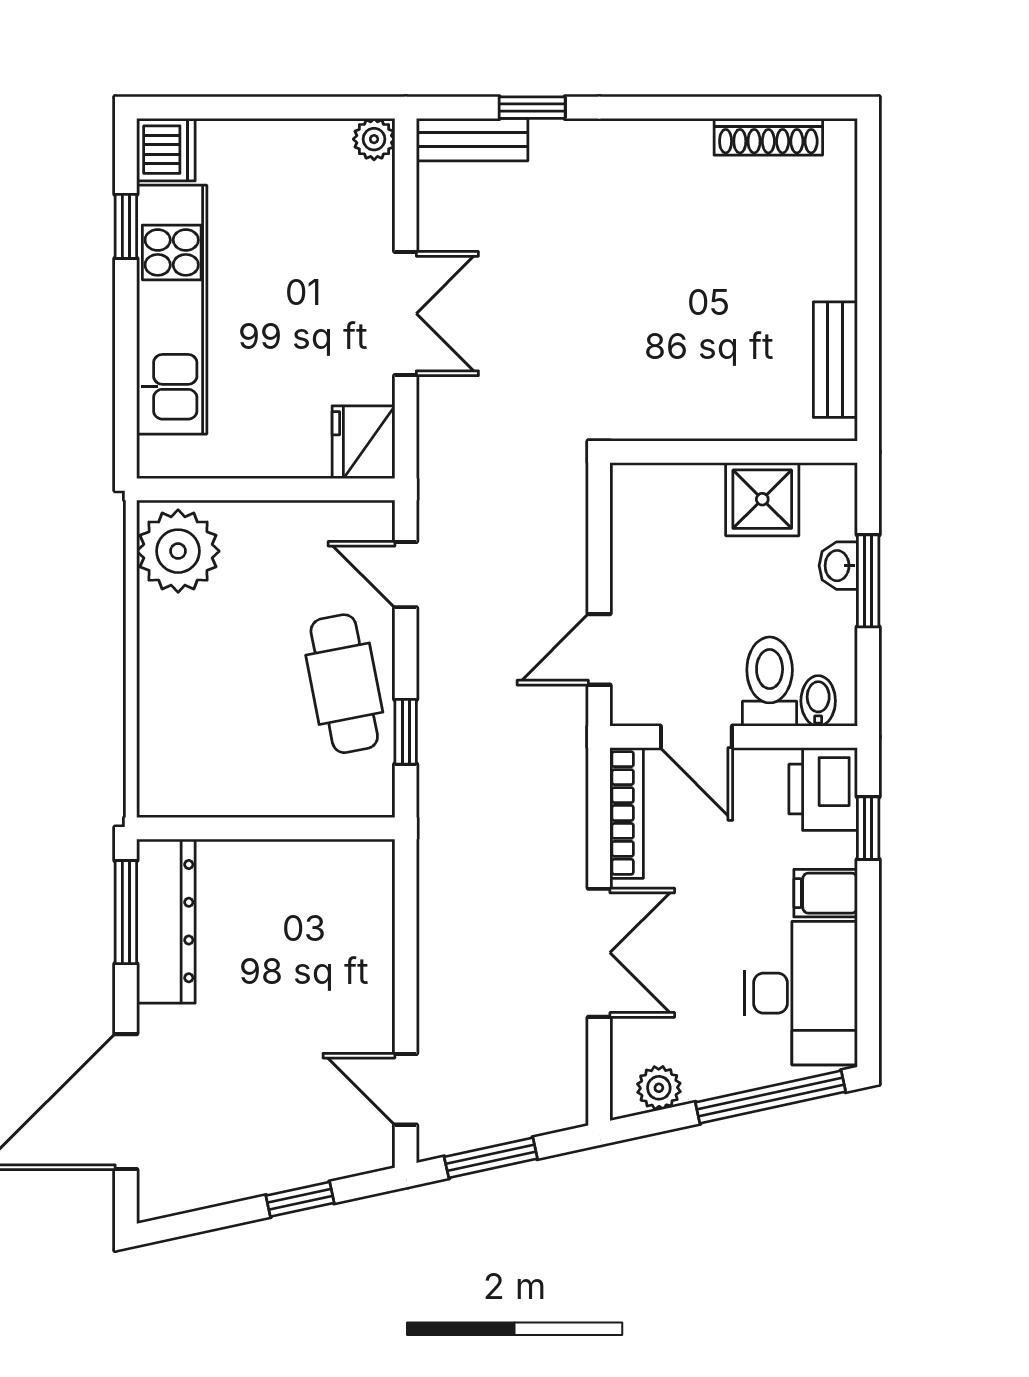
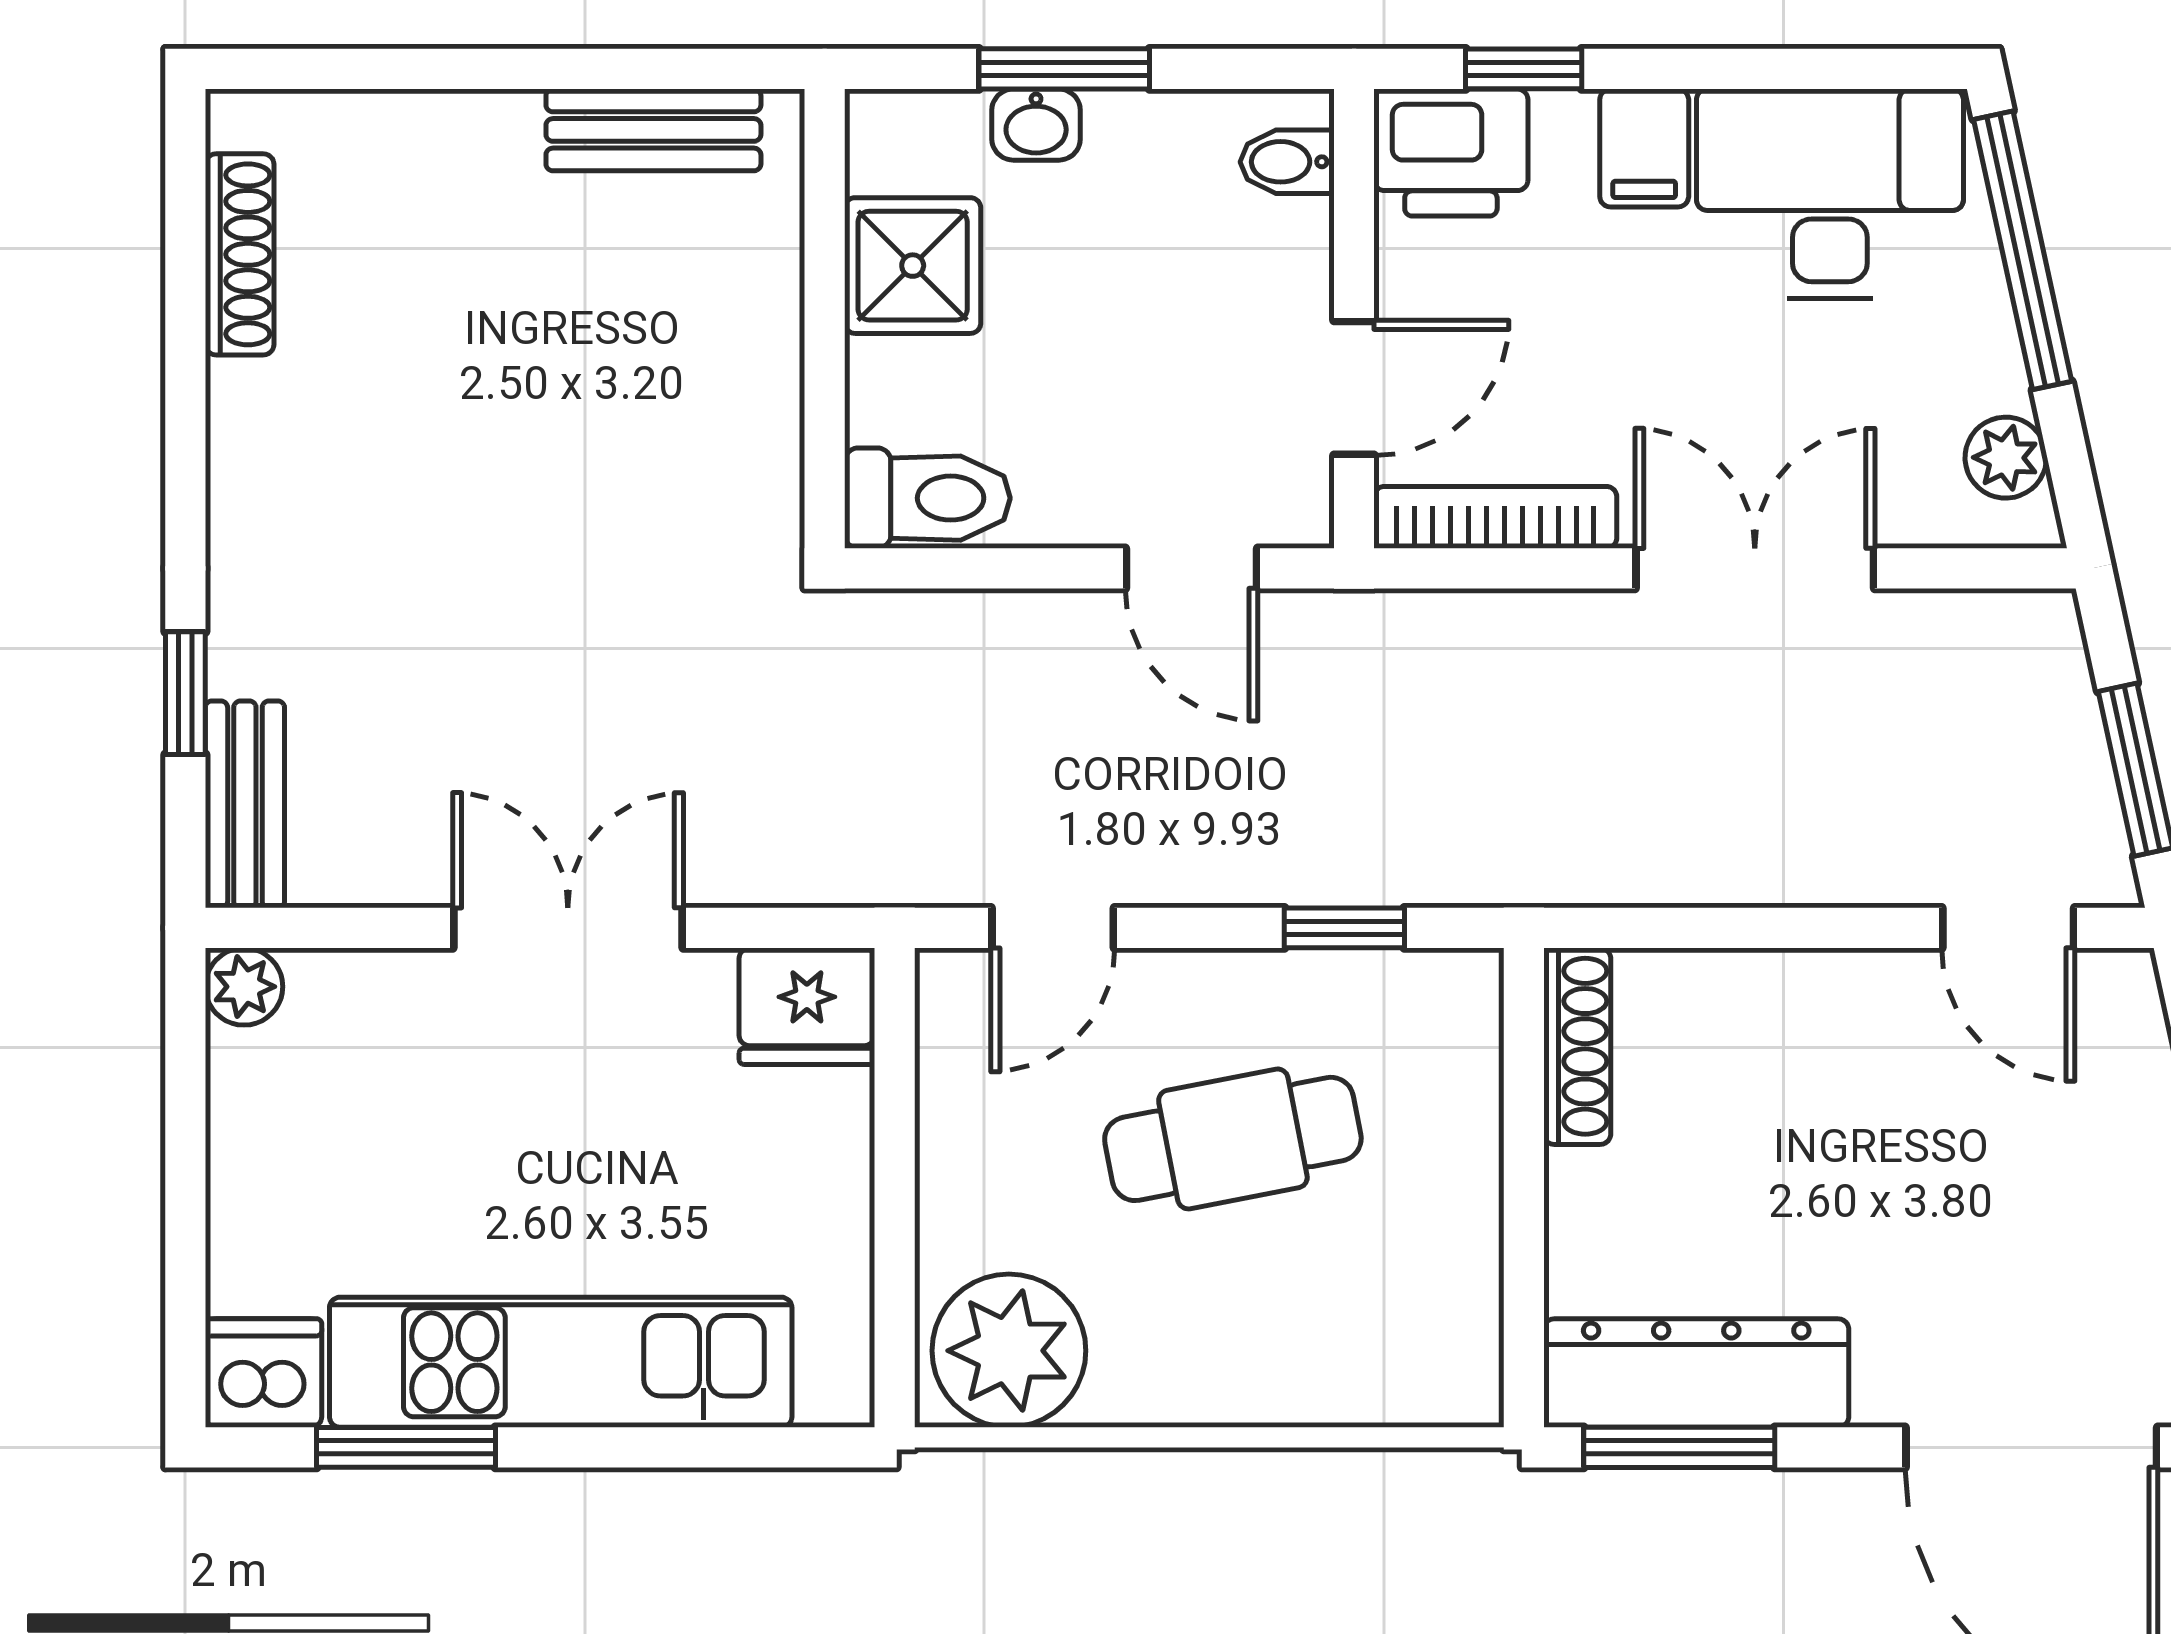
window: (126, 226) -> (406, 1447), width x1.50
toilet: (770, 682) -> (927, 498), moved, turned 180
cafe table: (344, 684) -> (1233, 1139), moved
shoe rack: (342, 857) -> (1577, 1046), added
door: (406, 1089) -> (2008, 928), hinge flipped

